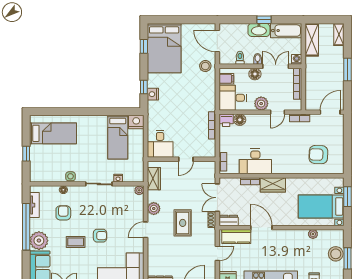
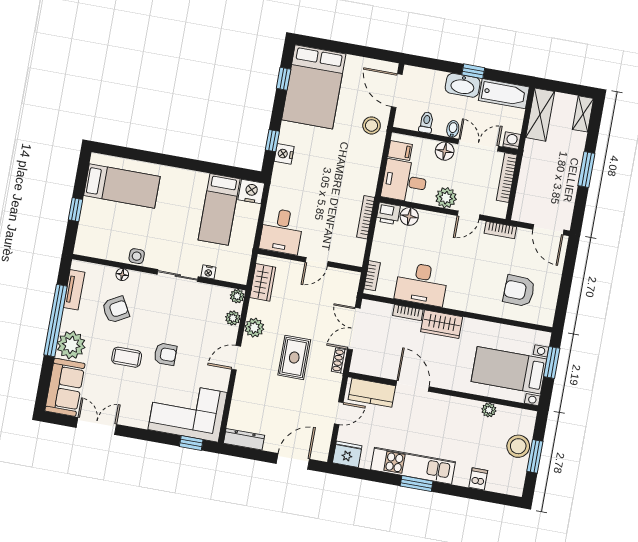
door: (330, 112) -> (548, 230), swing flipped
plant: (139, 205) -> (233, 318), added
armchair: (63, 213) -> (116, 310), turned 61
dresser: (229, 220) -> (365, 366), removed

